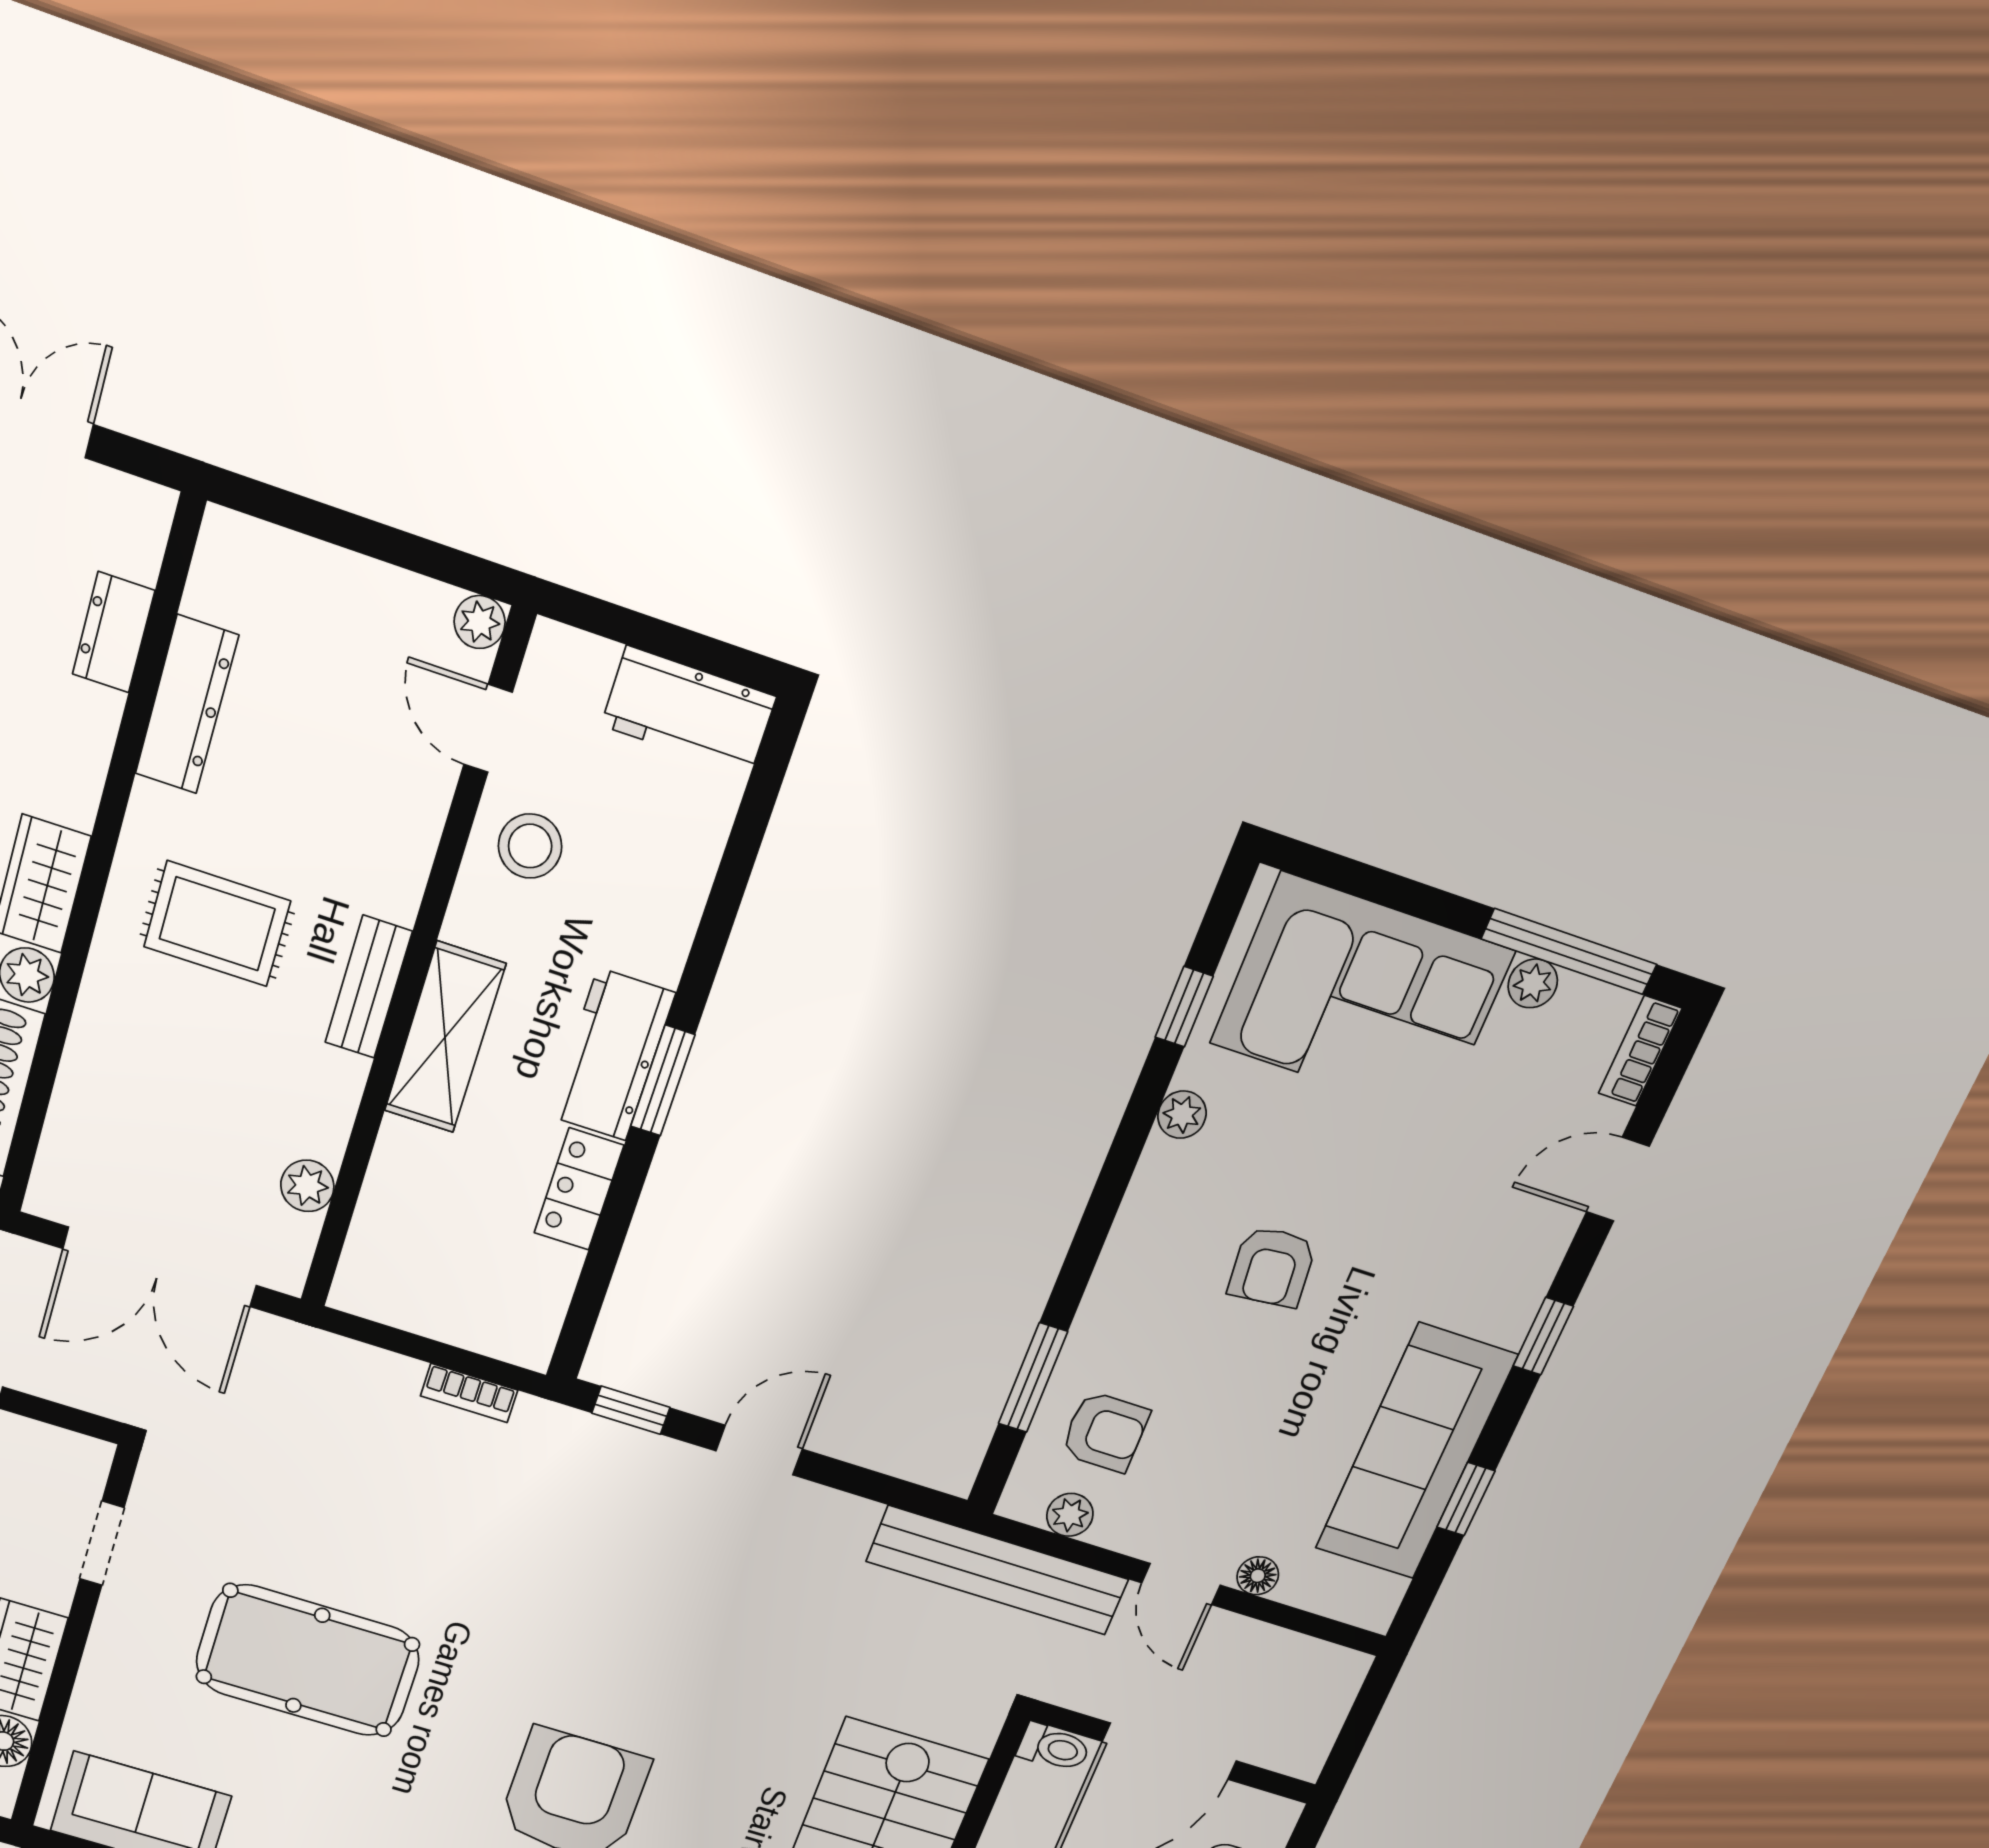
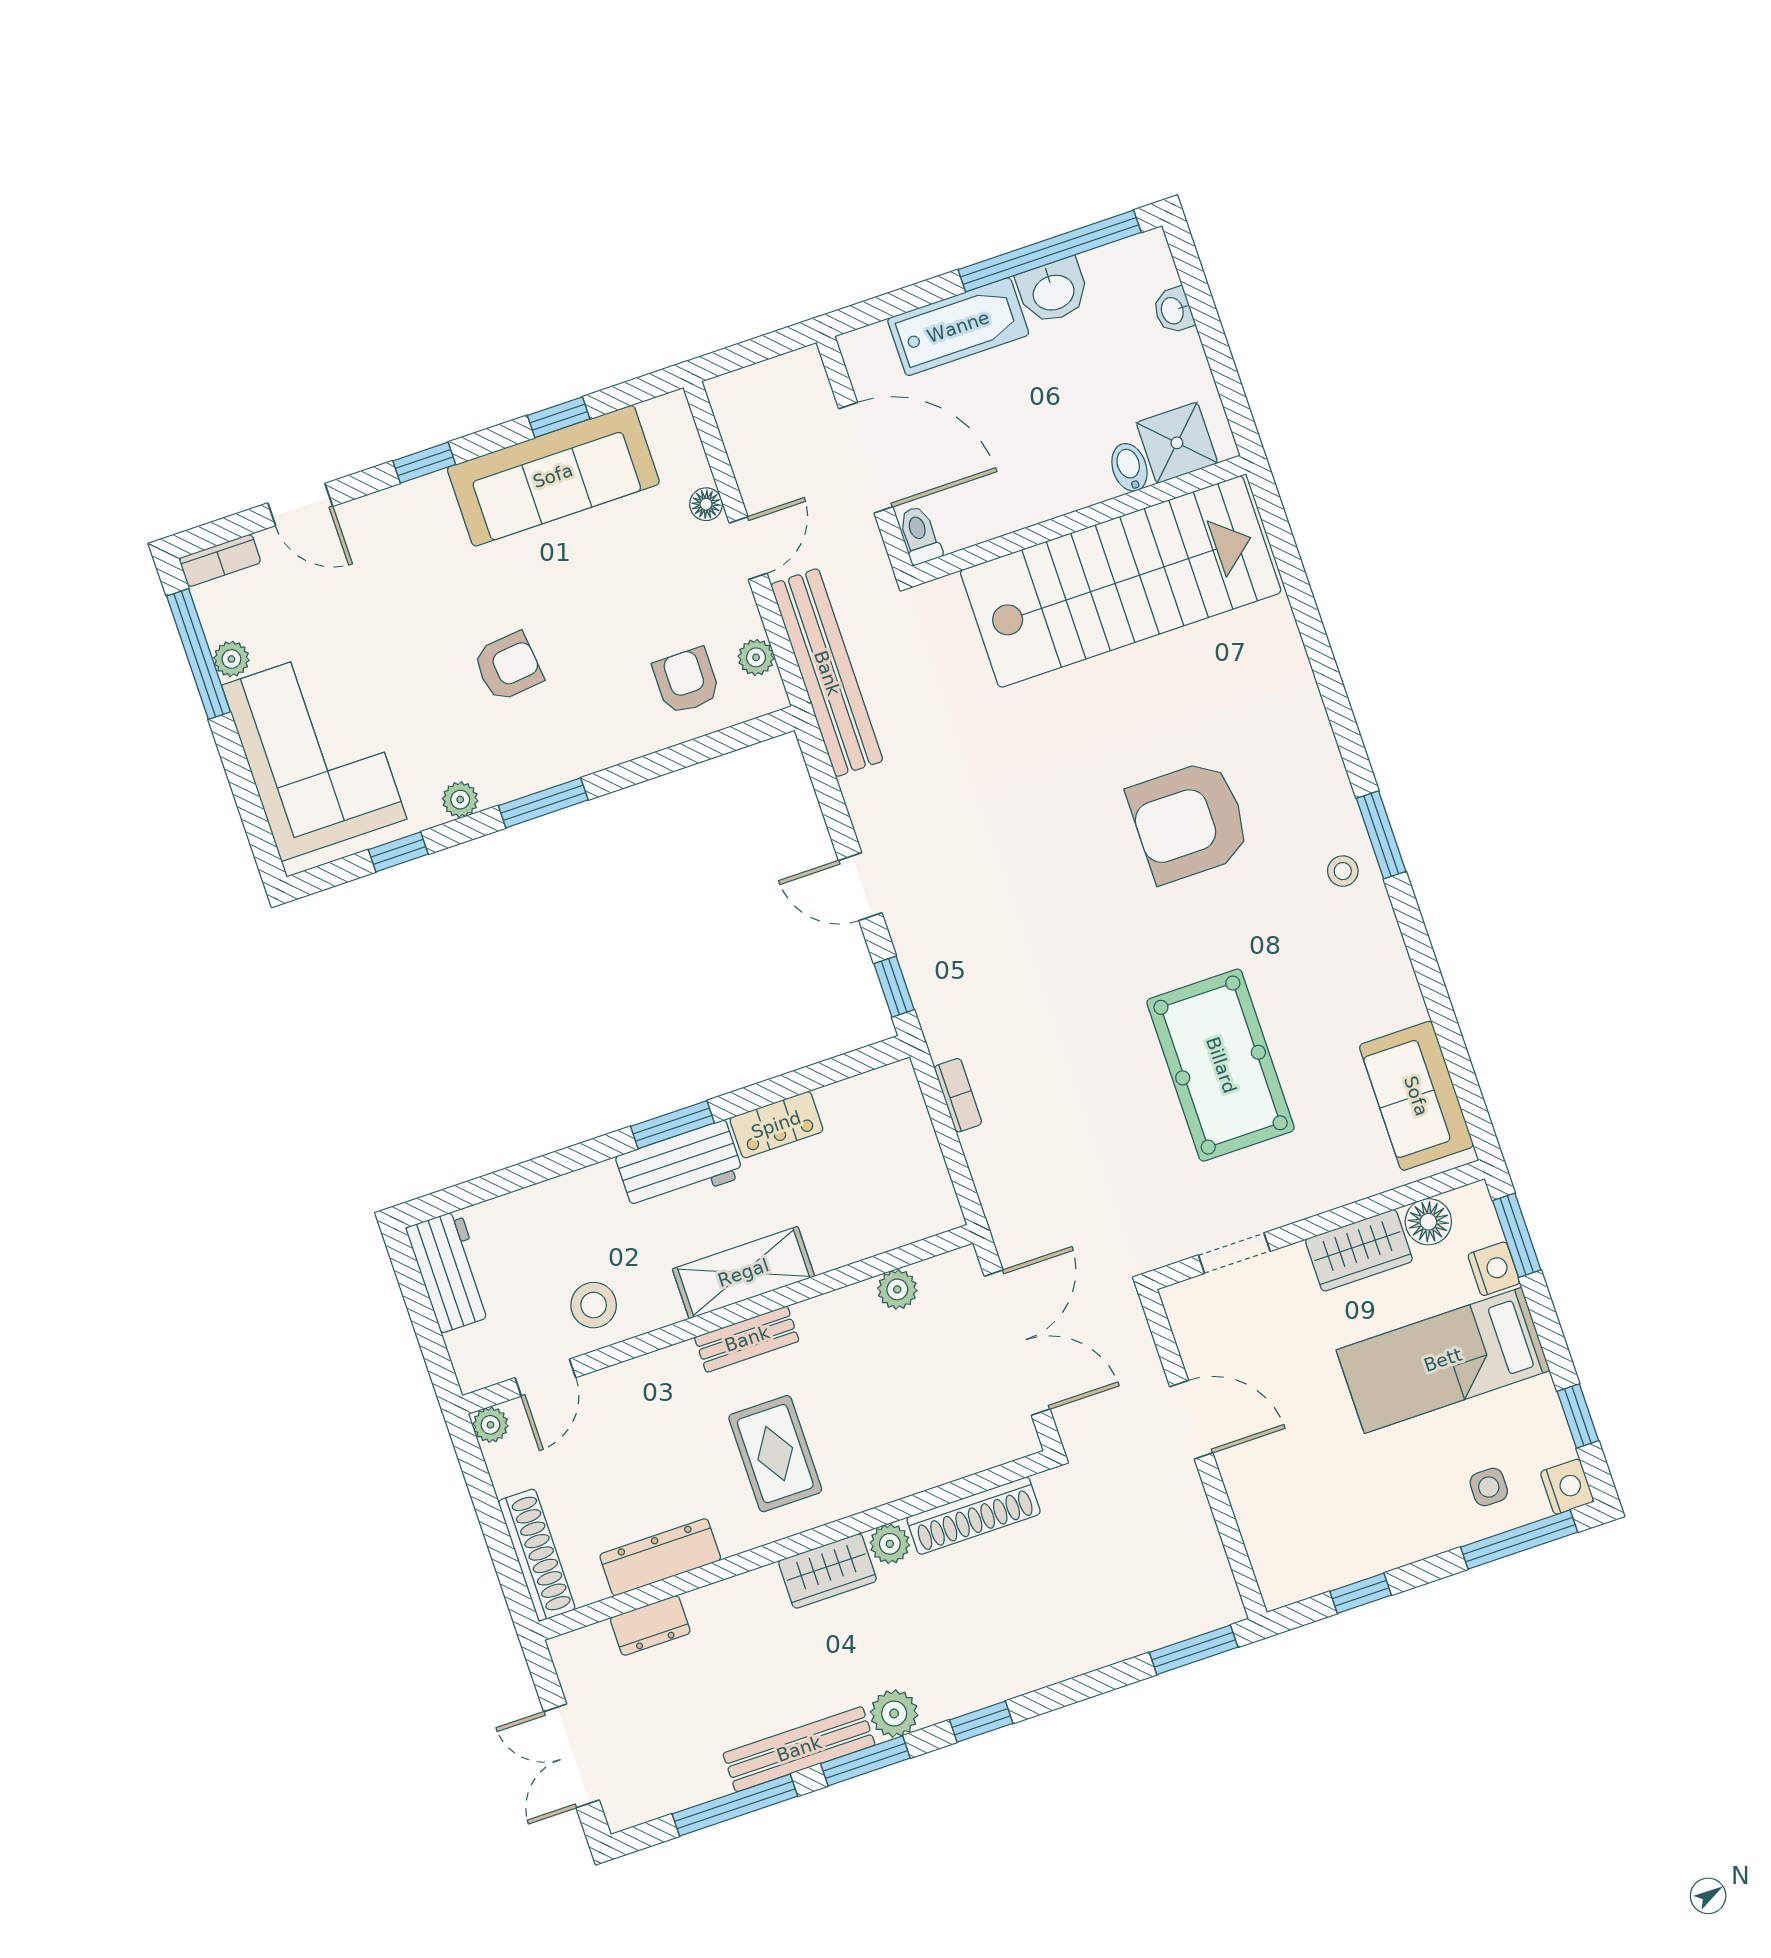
shoe rack: (289, 560) -> (537, 1555), added
window: (1033, 1378) -> (543, 803), moved

